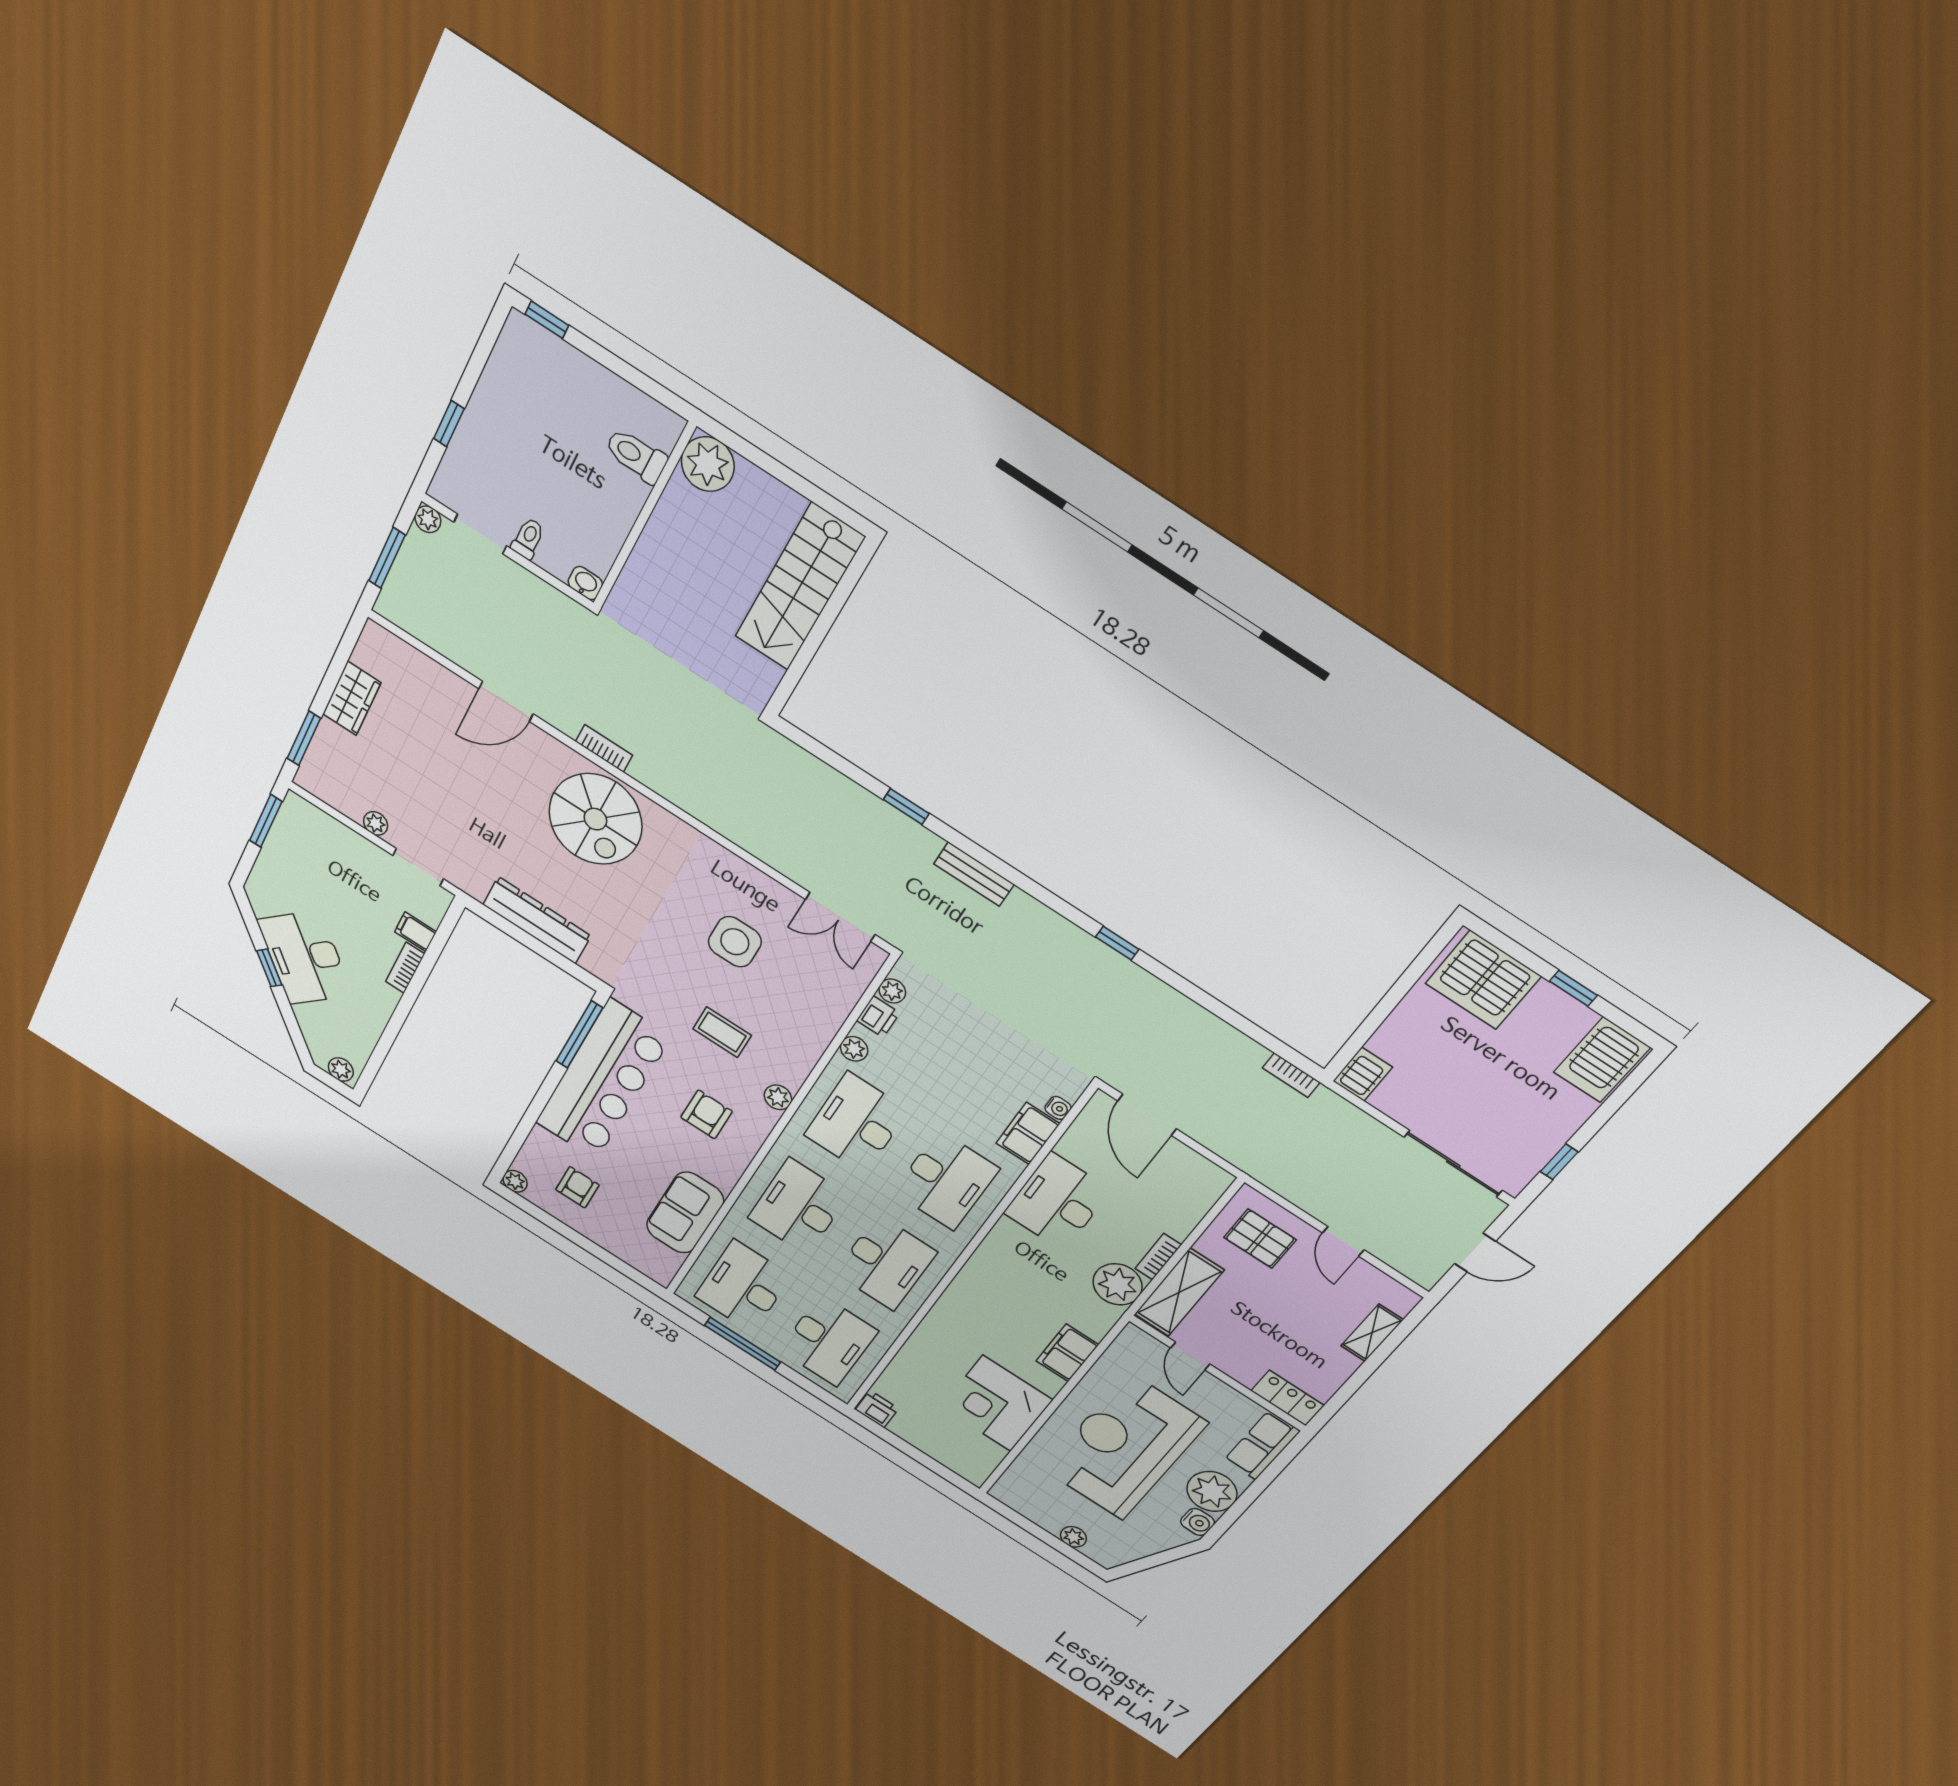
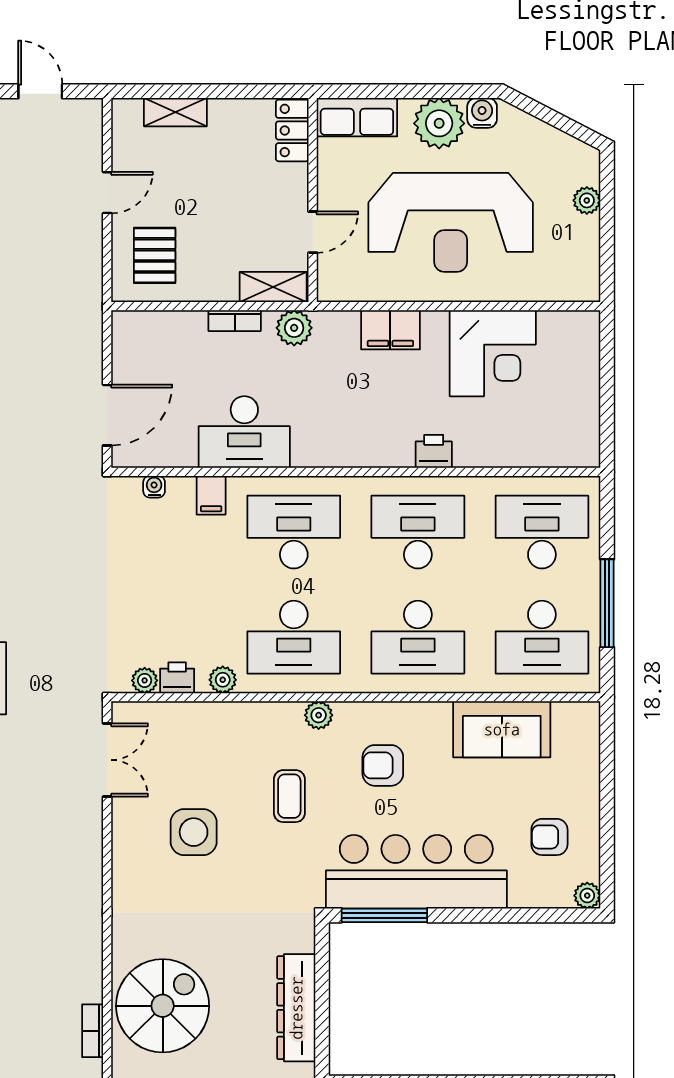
filing cabinet: (1028, 1133) -> (211, 495), width x0.50
plant: (1117, 1284) -> (294, 328), width x0.73, depth x0.73
shelving: (1179, 1292) -> (273, 287), width x0.67, depth x0.75
printer: (877, 1409) -> (434, 451), moved, turned 90

